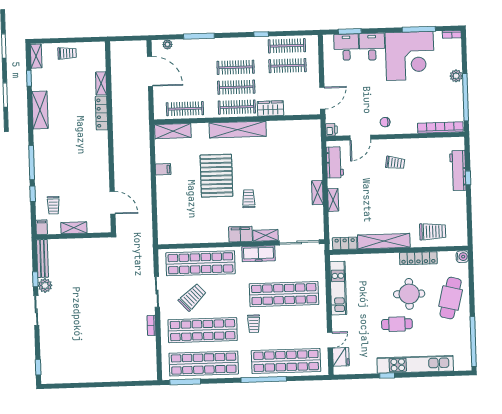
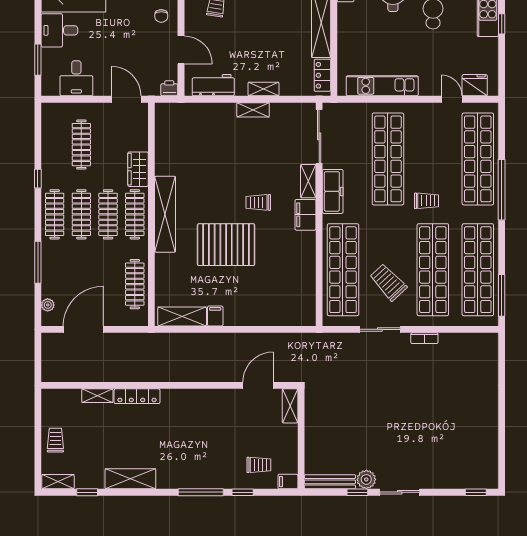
clothes rail: (287, 46) -> (55, 214), moved
desk: (346, 47) -> (76, 78), moved, turned -90
shelving: (173, 131) -> (182, 316), moved, turned 90
shelving: (74, 228) -> (290, 406), moved

